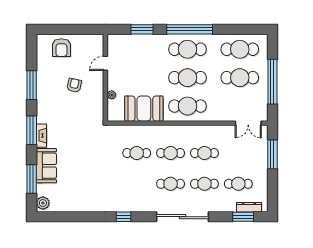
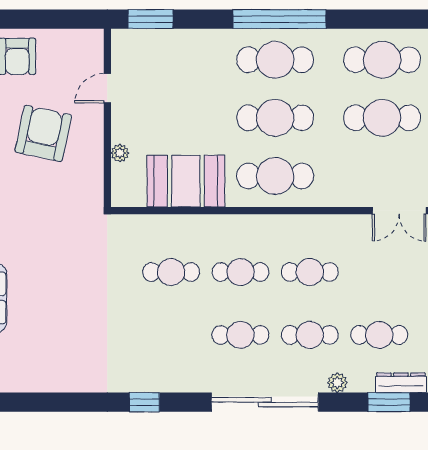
window: (142, 29) -> (151, 19), moved
armchair: (74, 85) -> (43, 133), width x1.88, depth x1.88
plant: (218, 207) -> (337, 383), added

